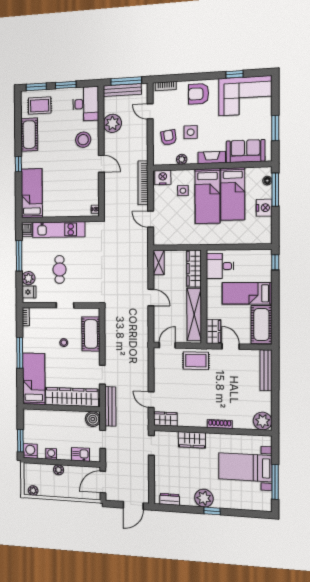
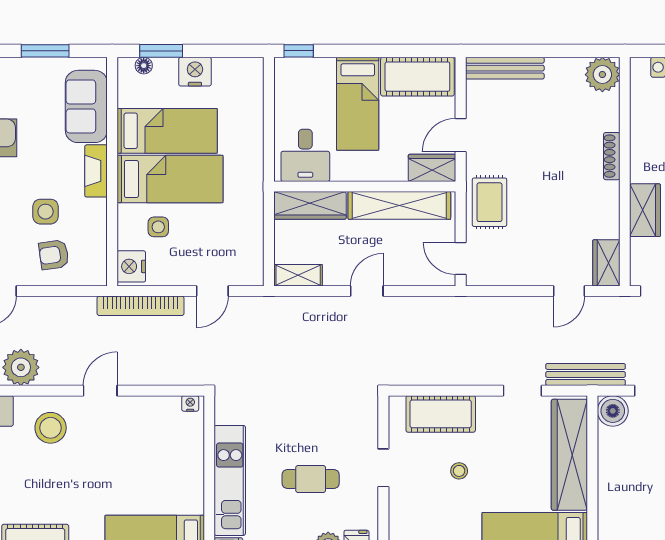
plant: (182, 159) -> (97, 229), removed
window: (275, 190) -> (161, 51), width x0.69

